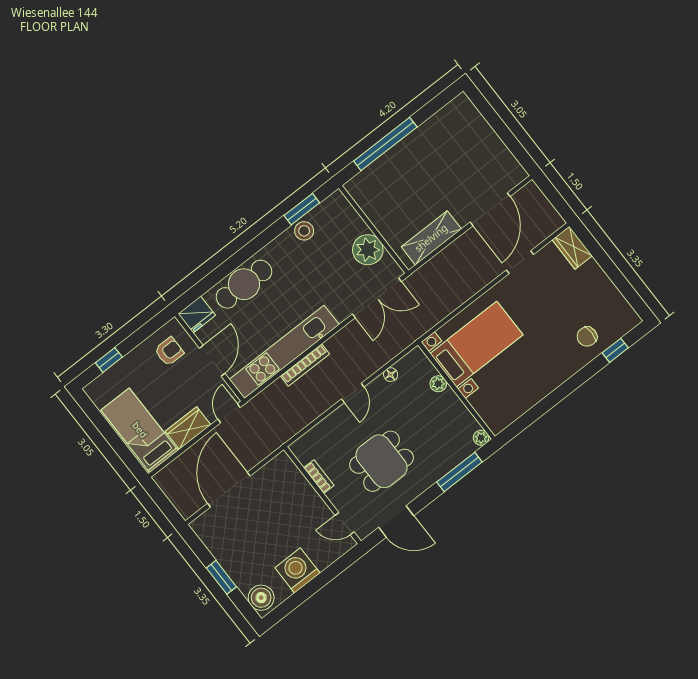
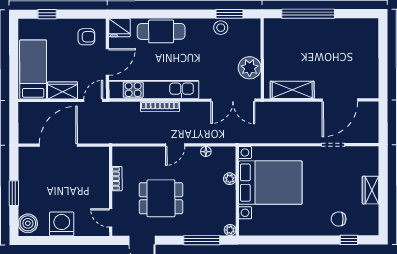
wardrobe: (572, 248) -> (371, 190), moved
bed with nightstands: (477, 344) -> (270, 183), width x1.36

